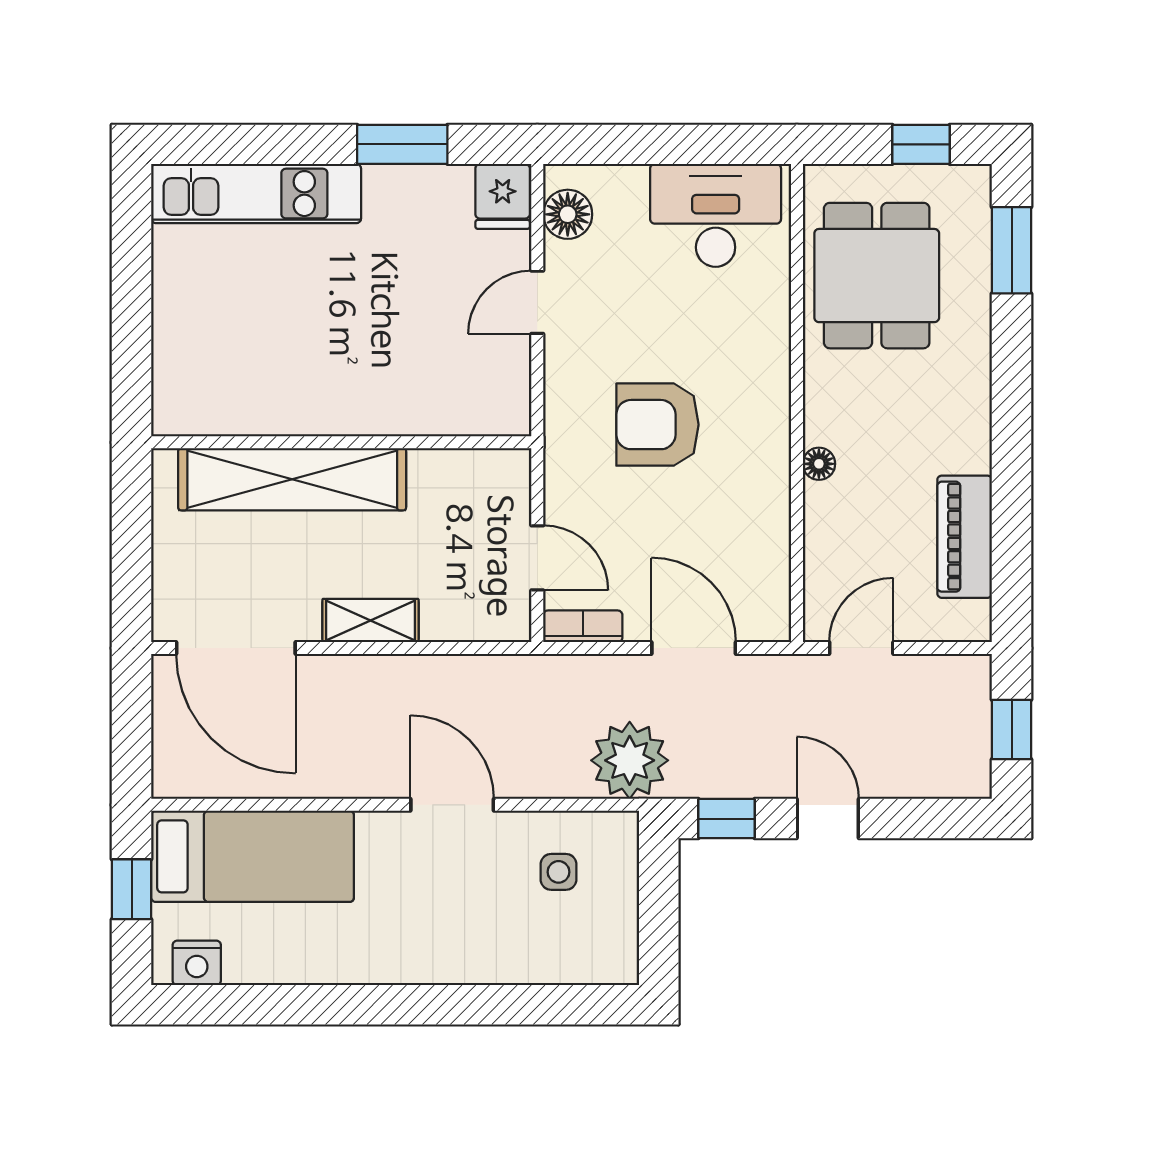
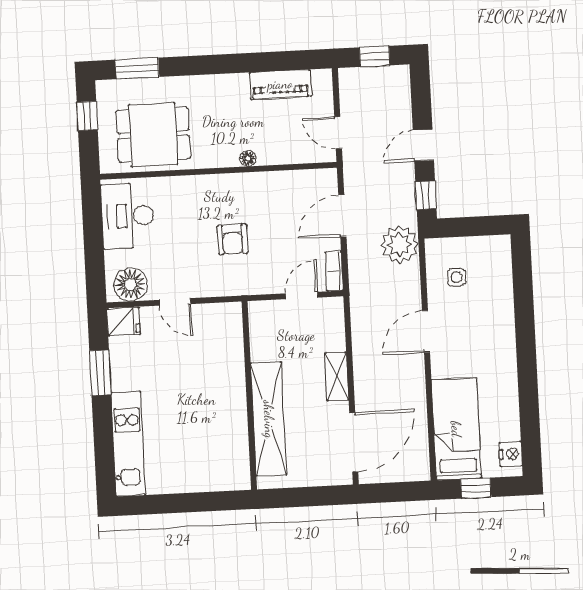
floor lamp: (568, 214) -> (130, 284), width x1.38, depth x1.38
armchair: (657, 425) -> (233, 239), width x0.72, depth x0.72

